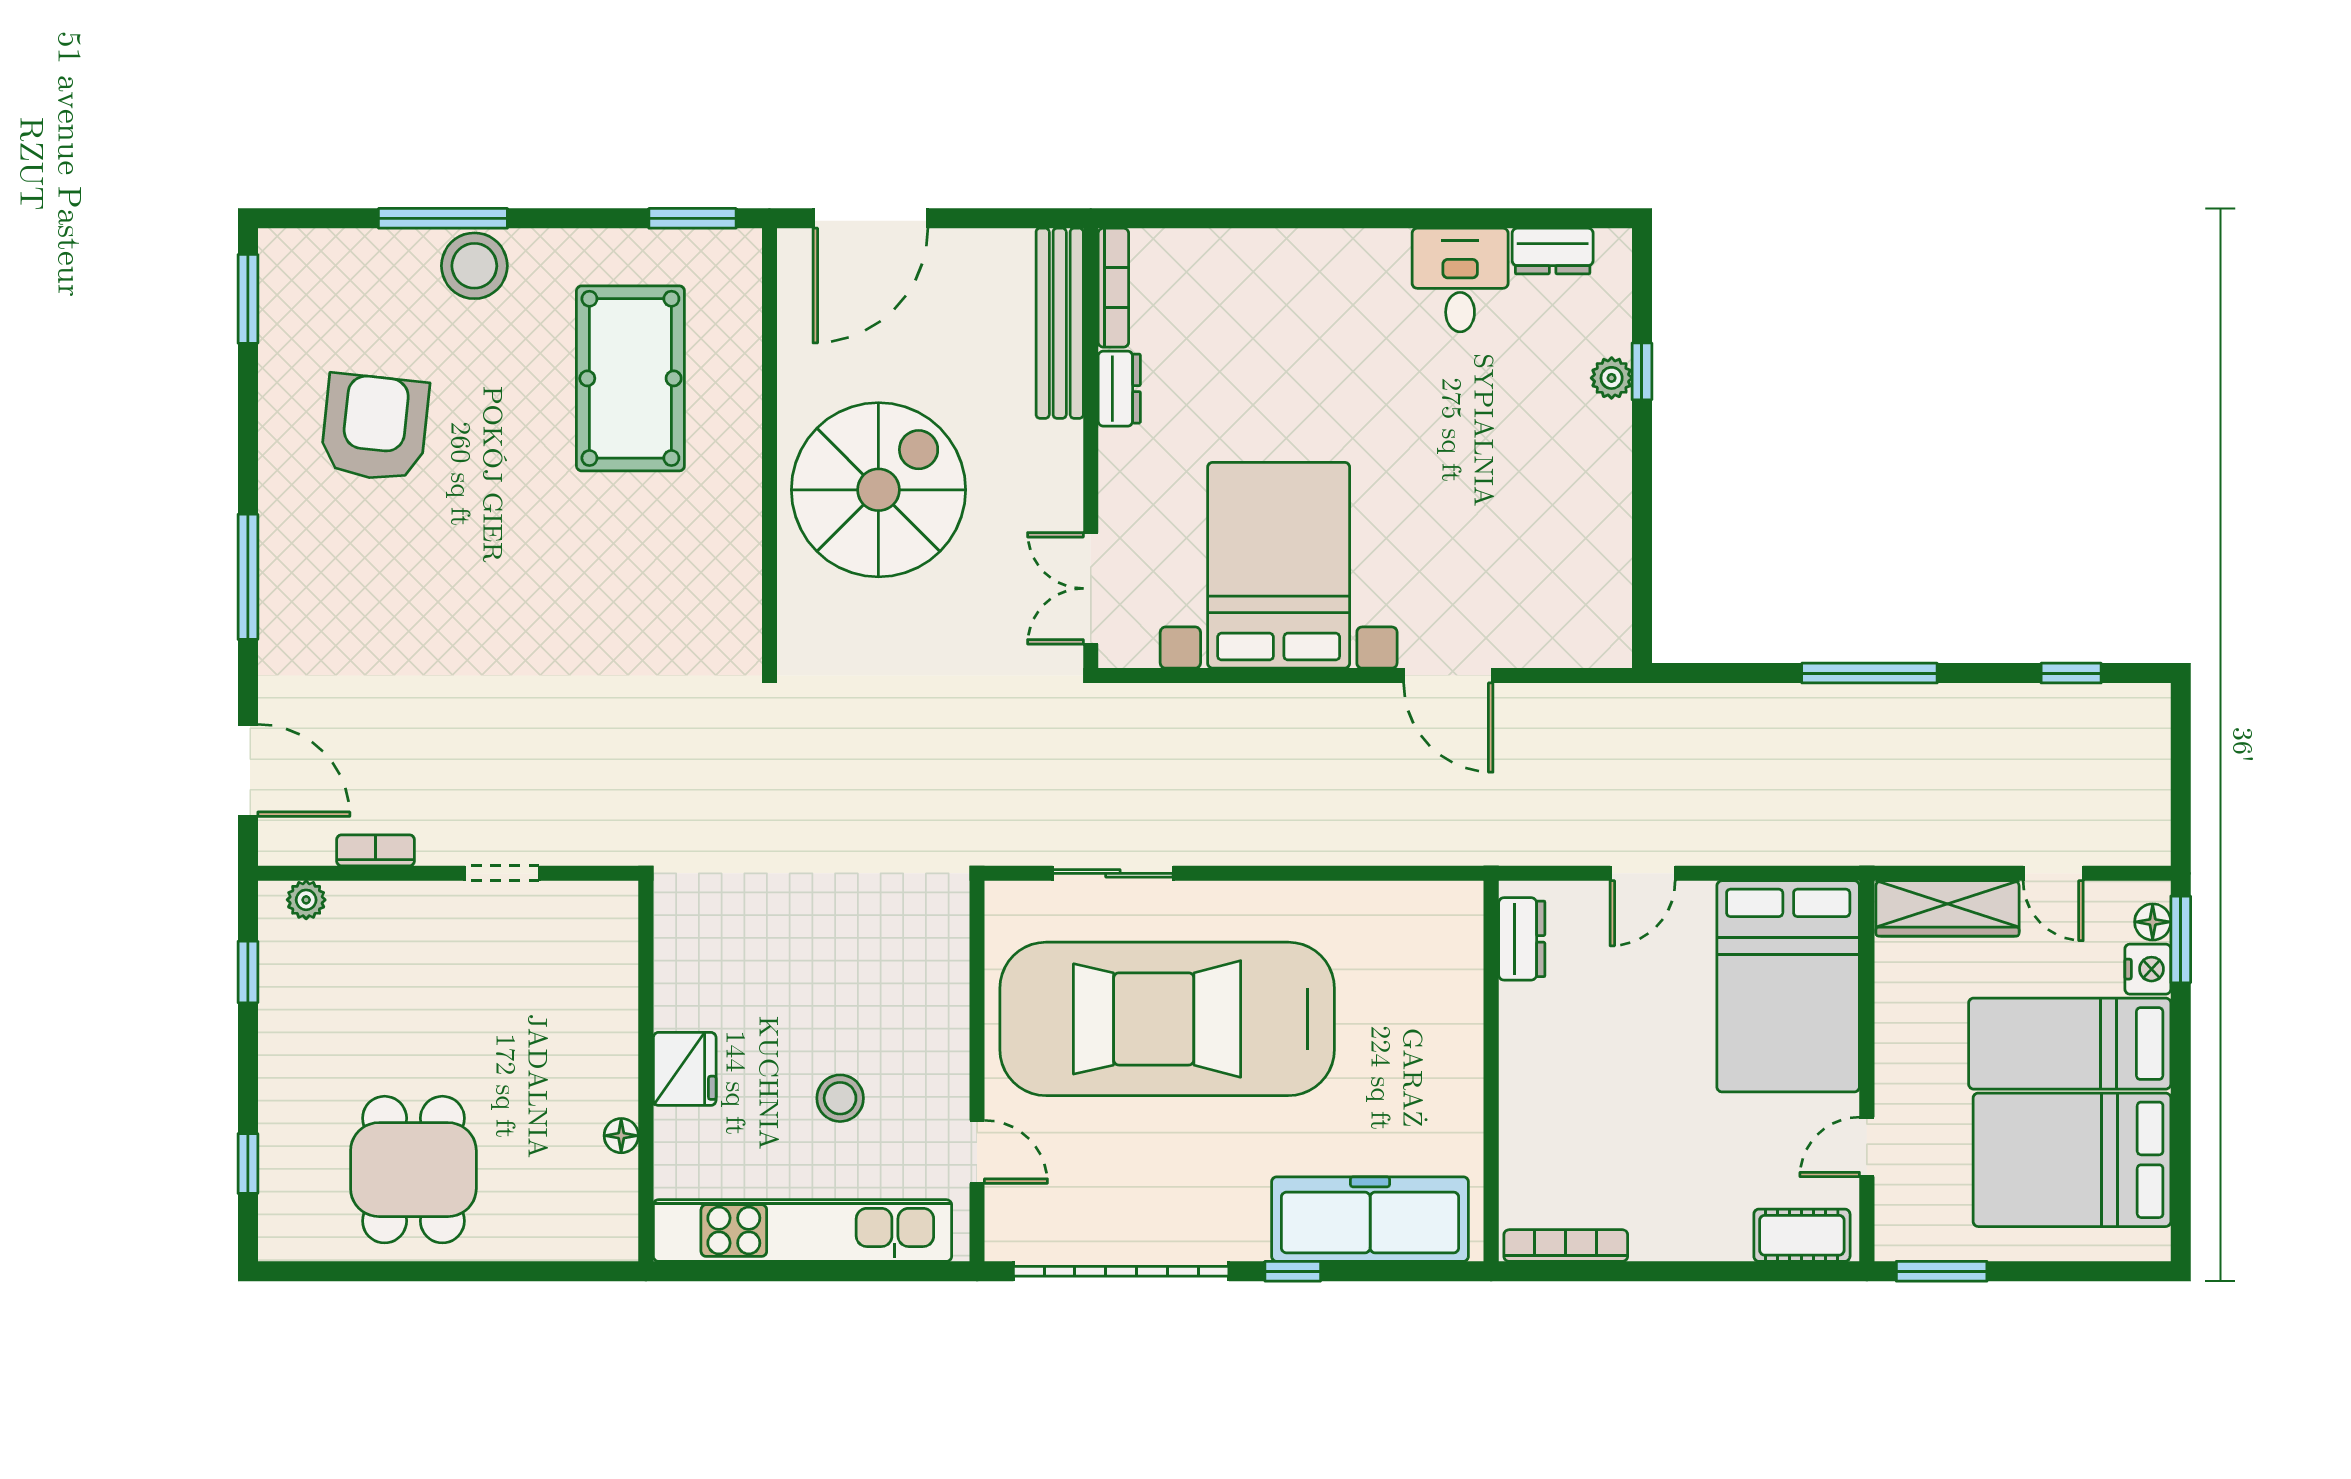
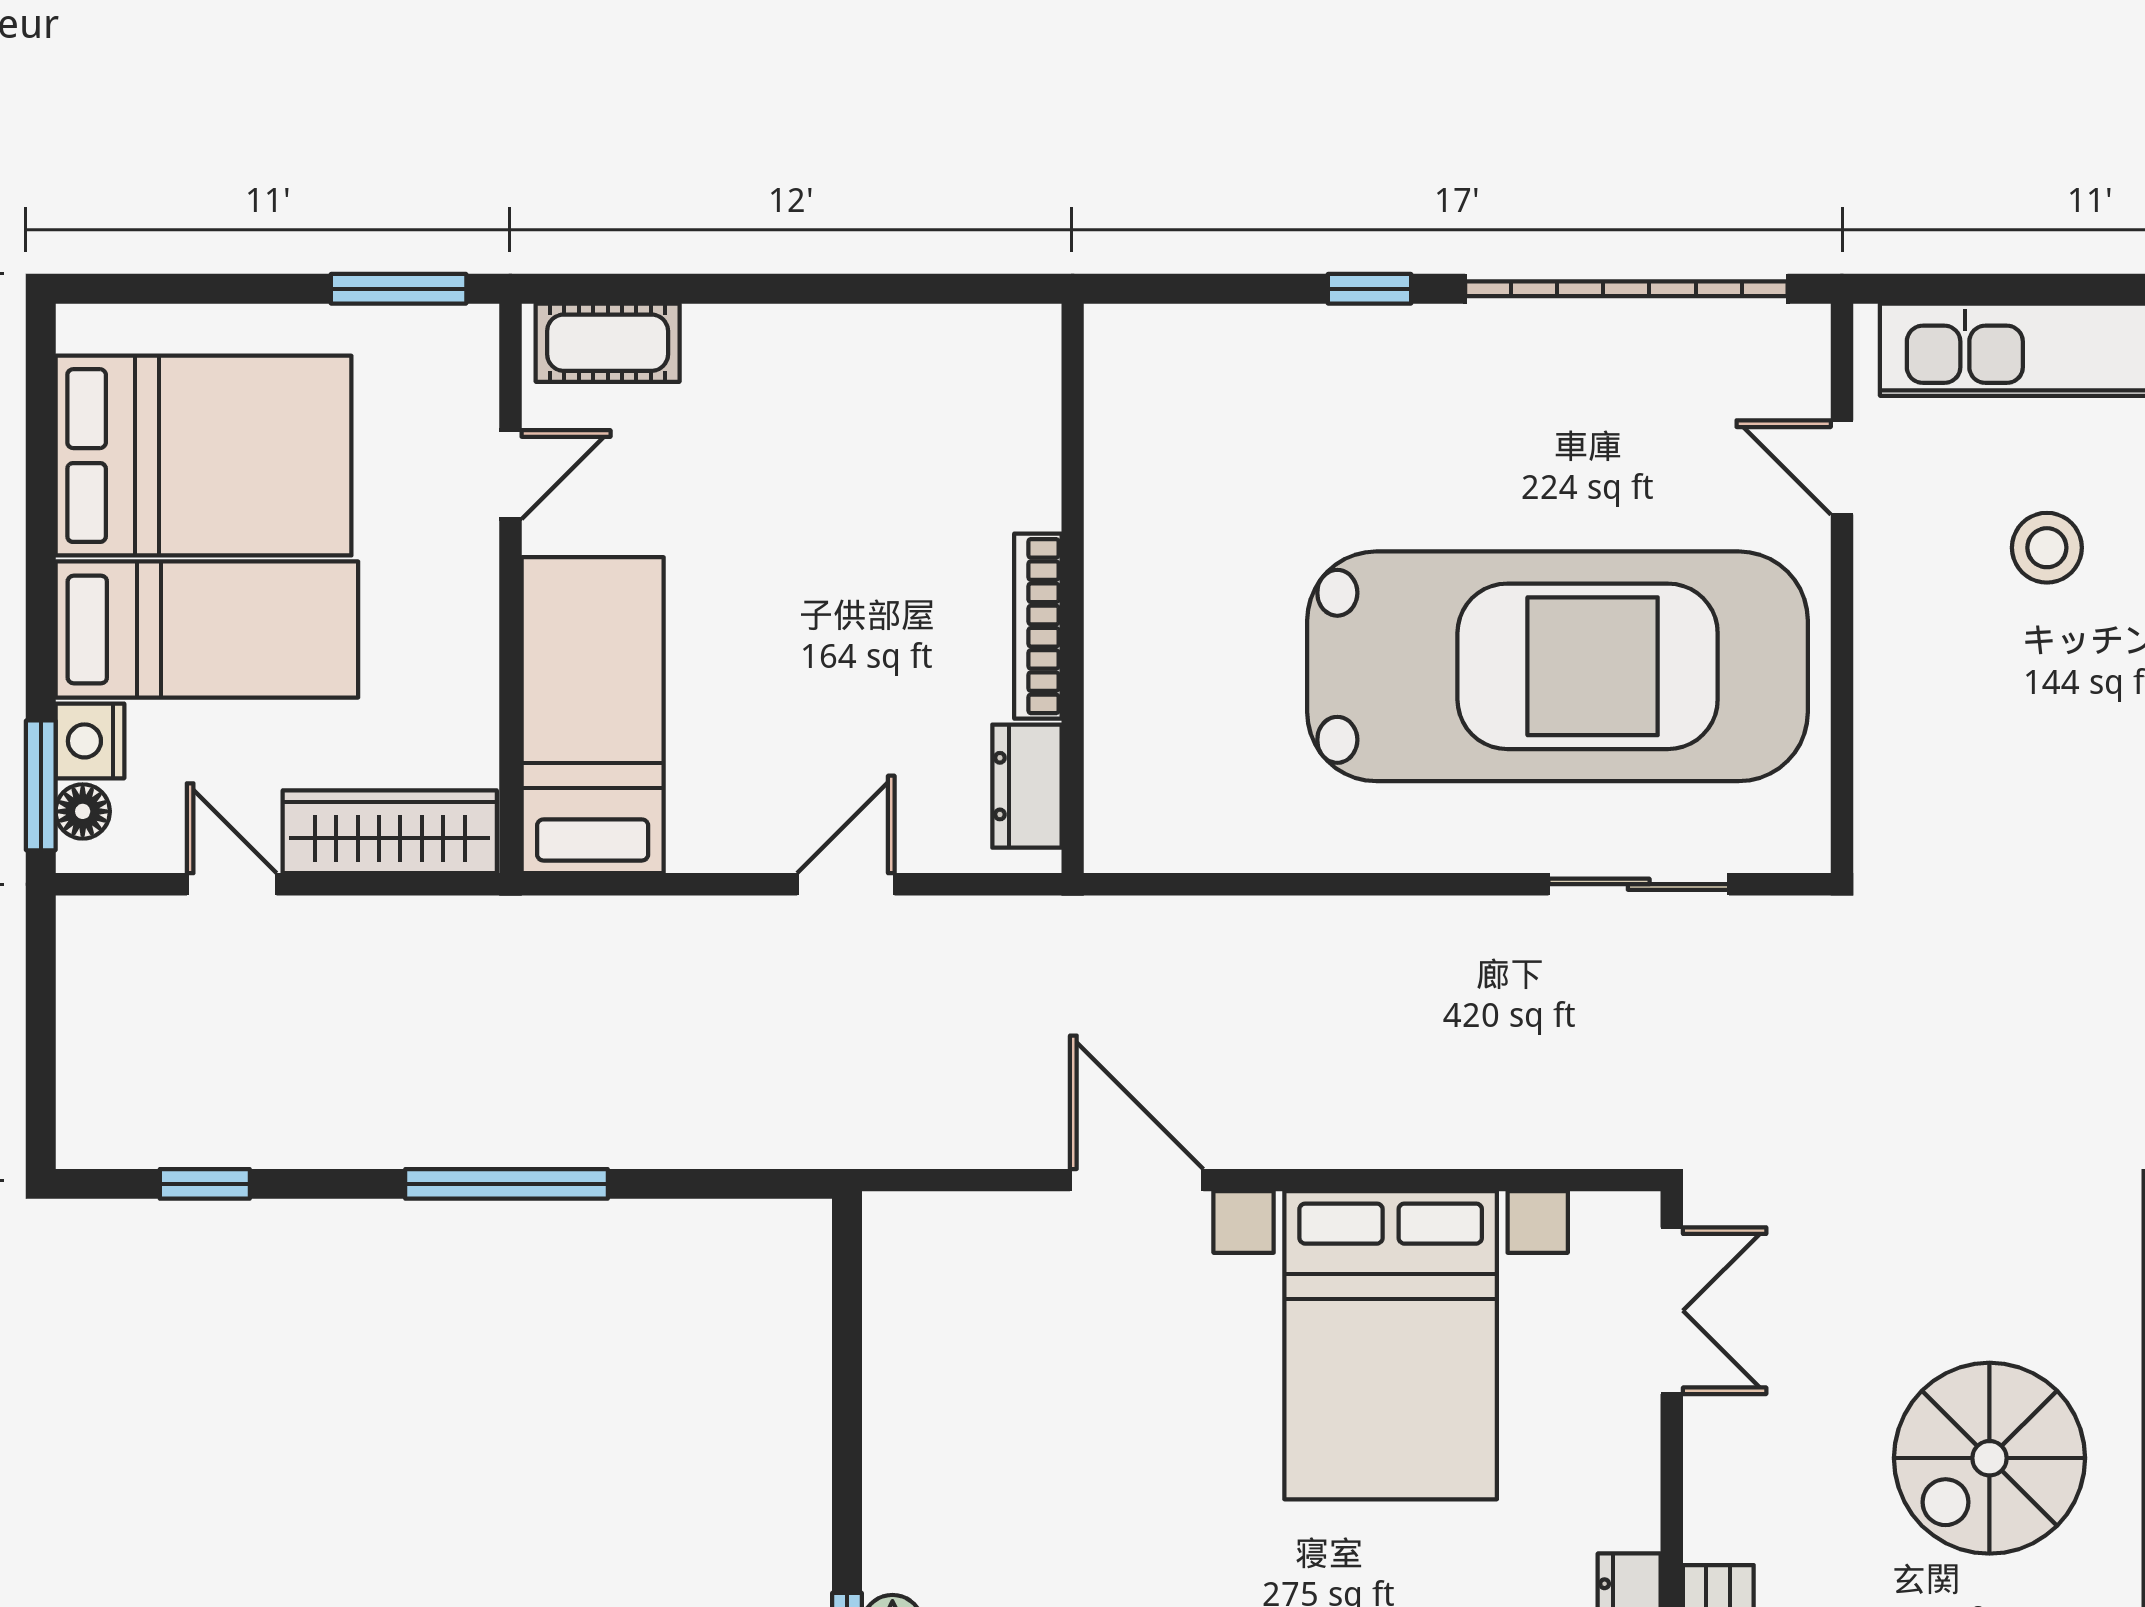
spiral stairs: (878, 490) -> (1989, 1458), width x0.73, depth x0.73
bed: (1788, 986) -> (593, 715), width x0.67
freezer: (1370, 1219) -> (1254, 367), removed
bookcase: (1566, 1246) -> (1038, 626), moved, turned 90

